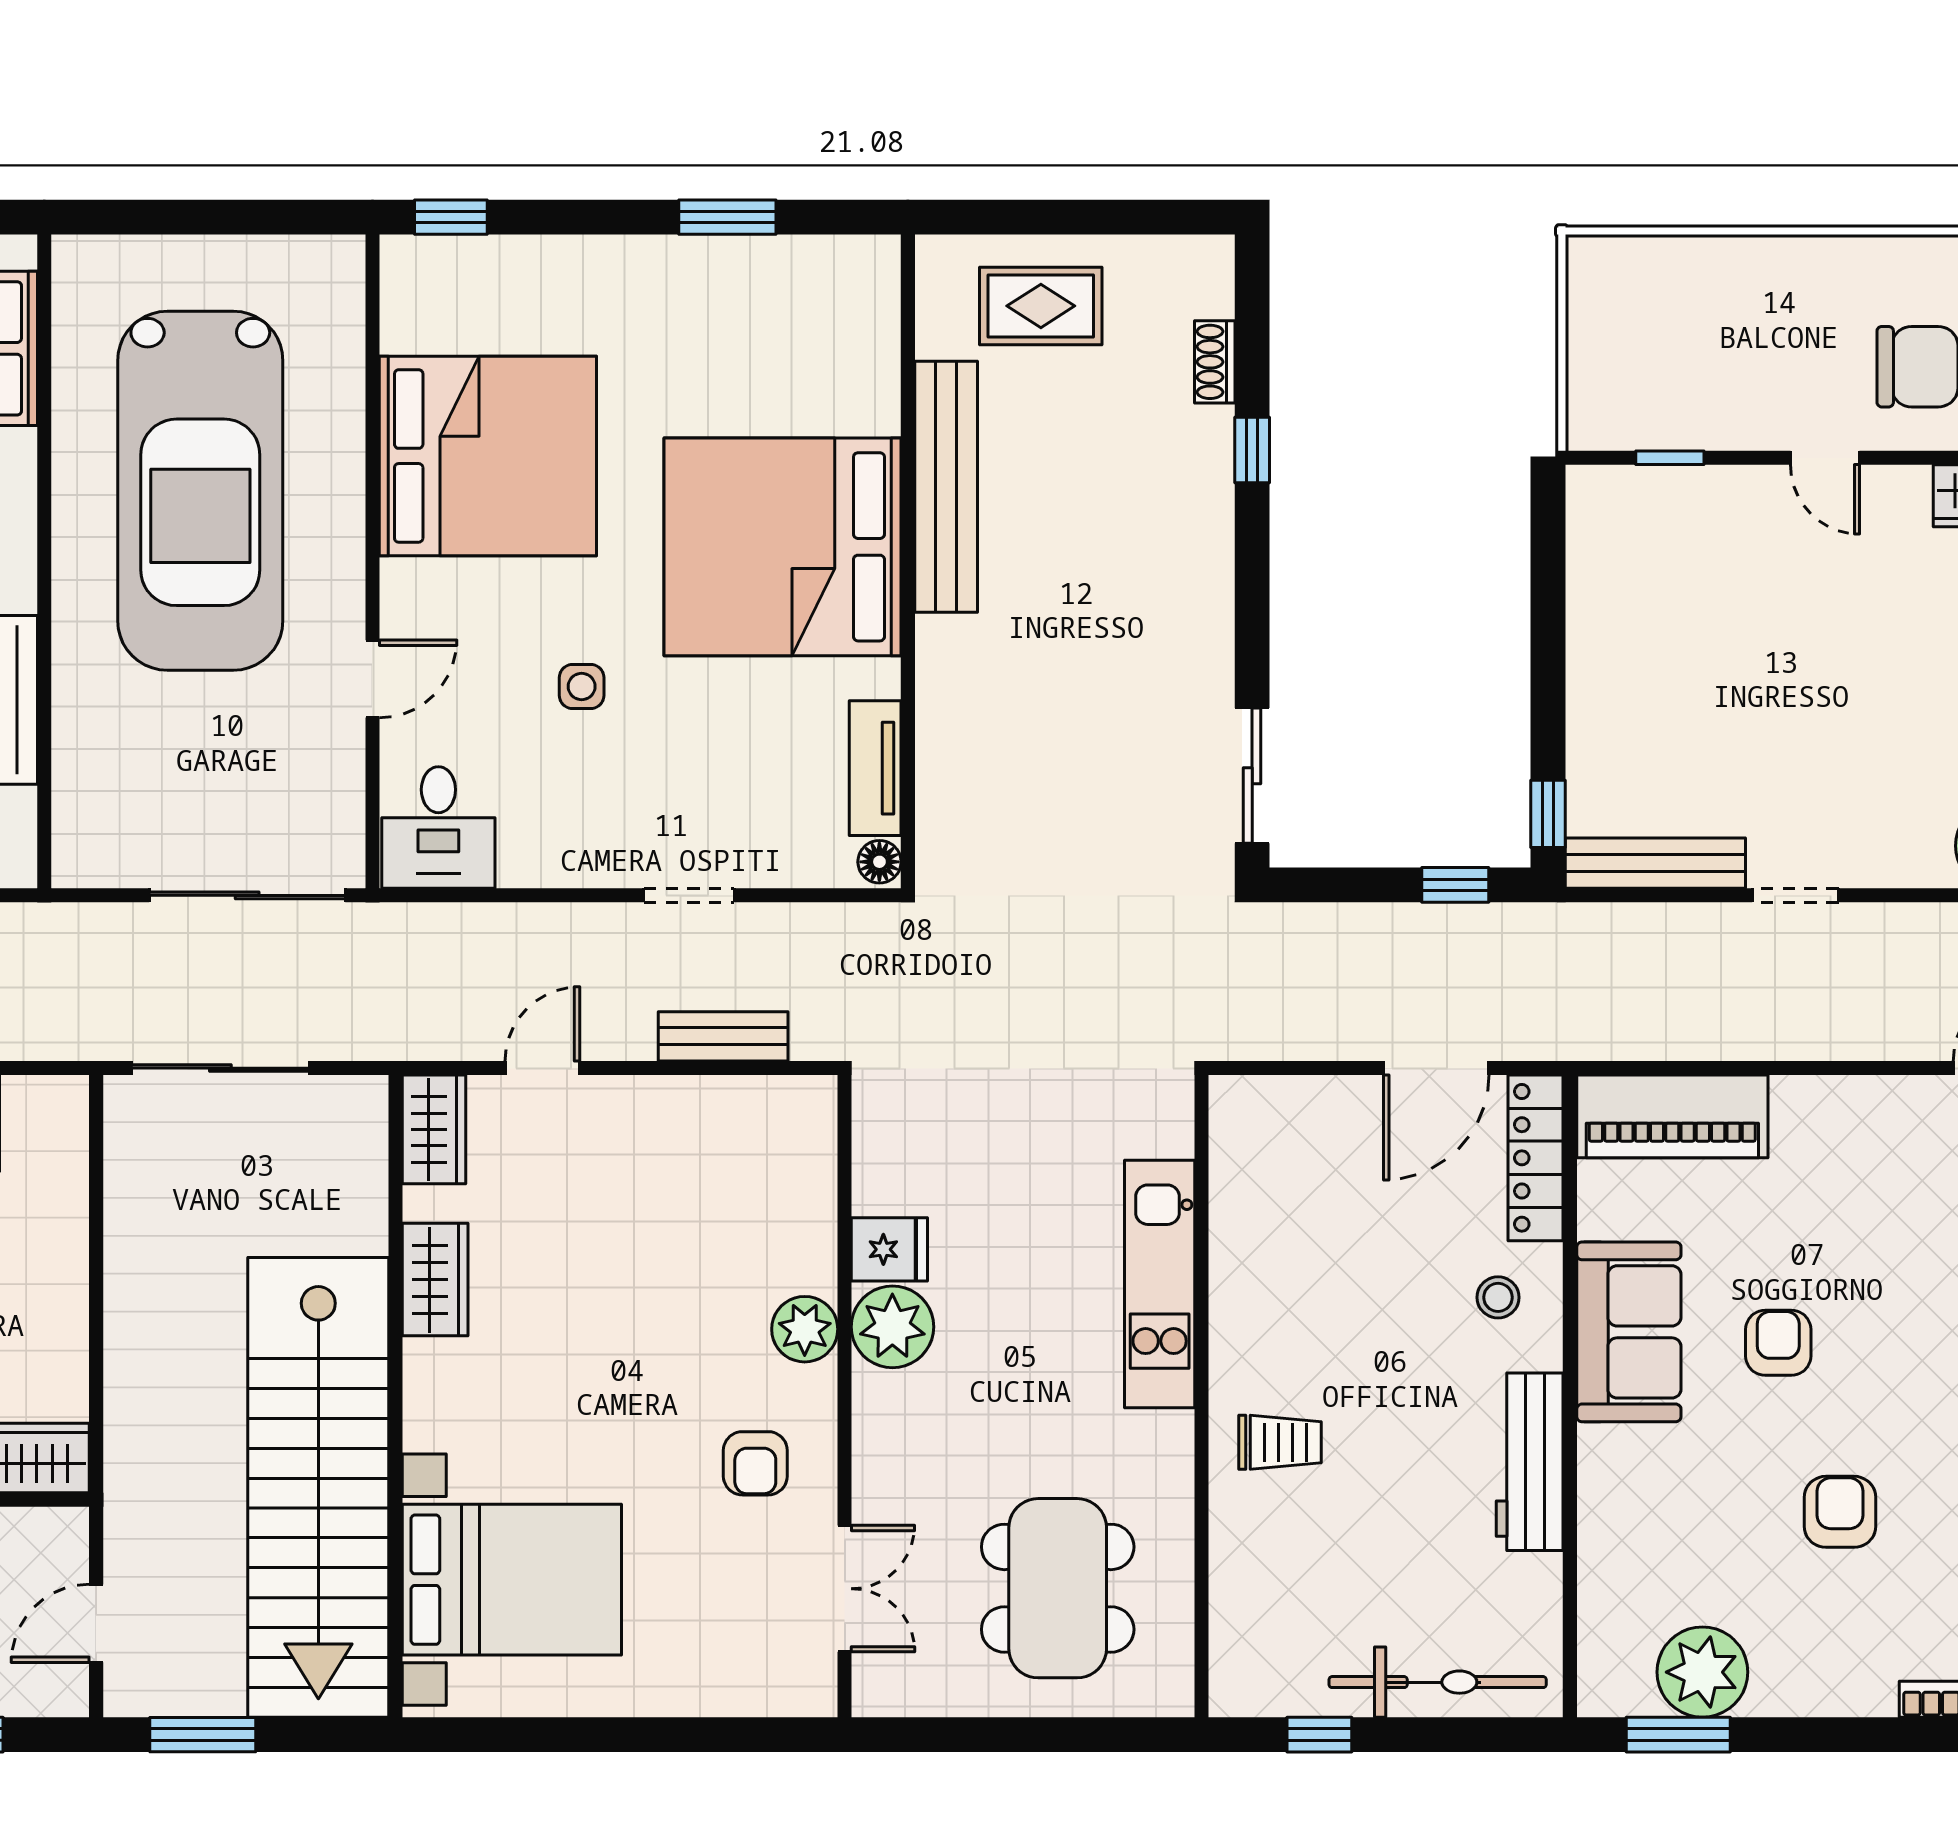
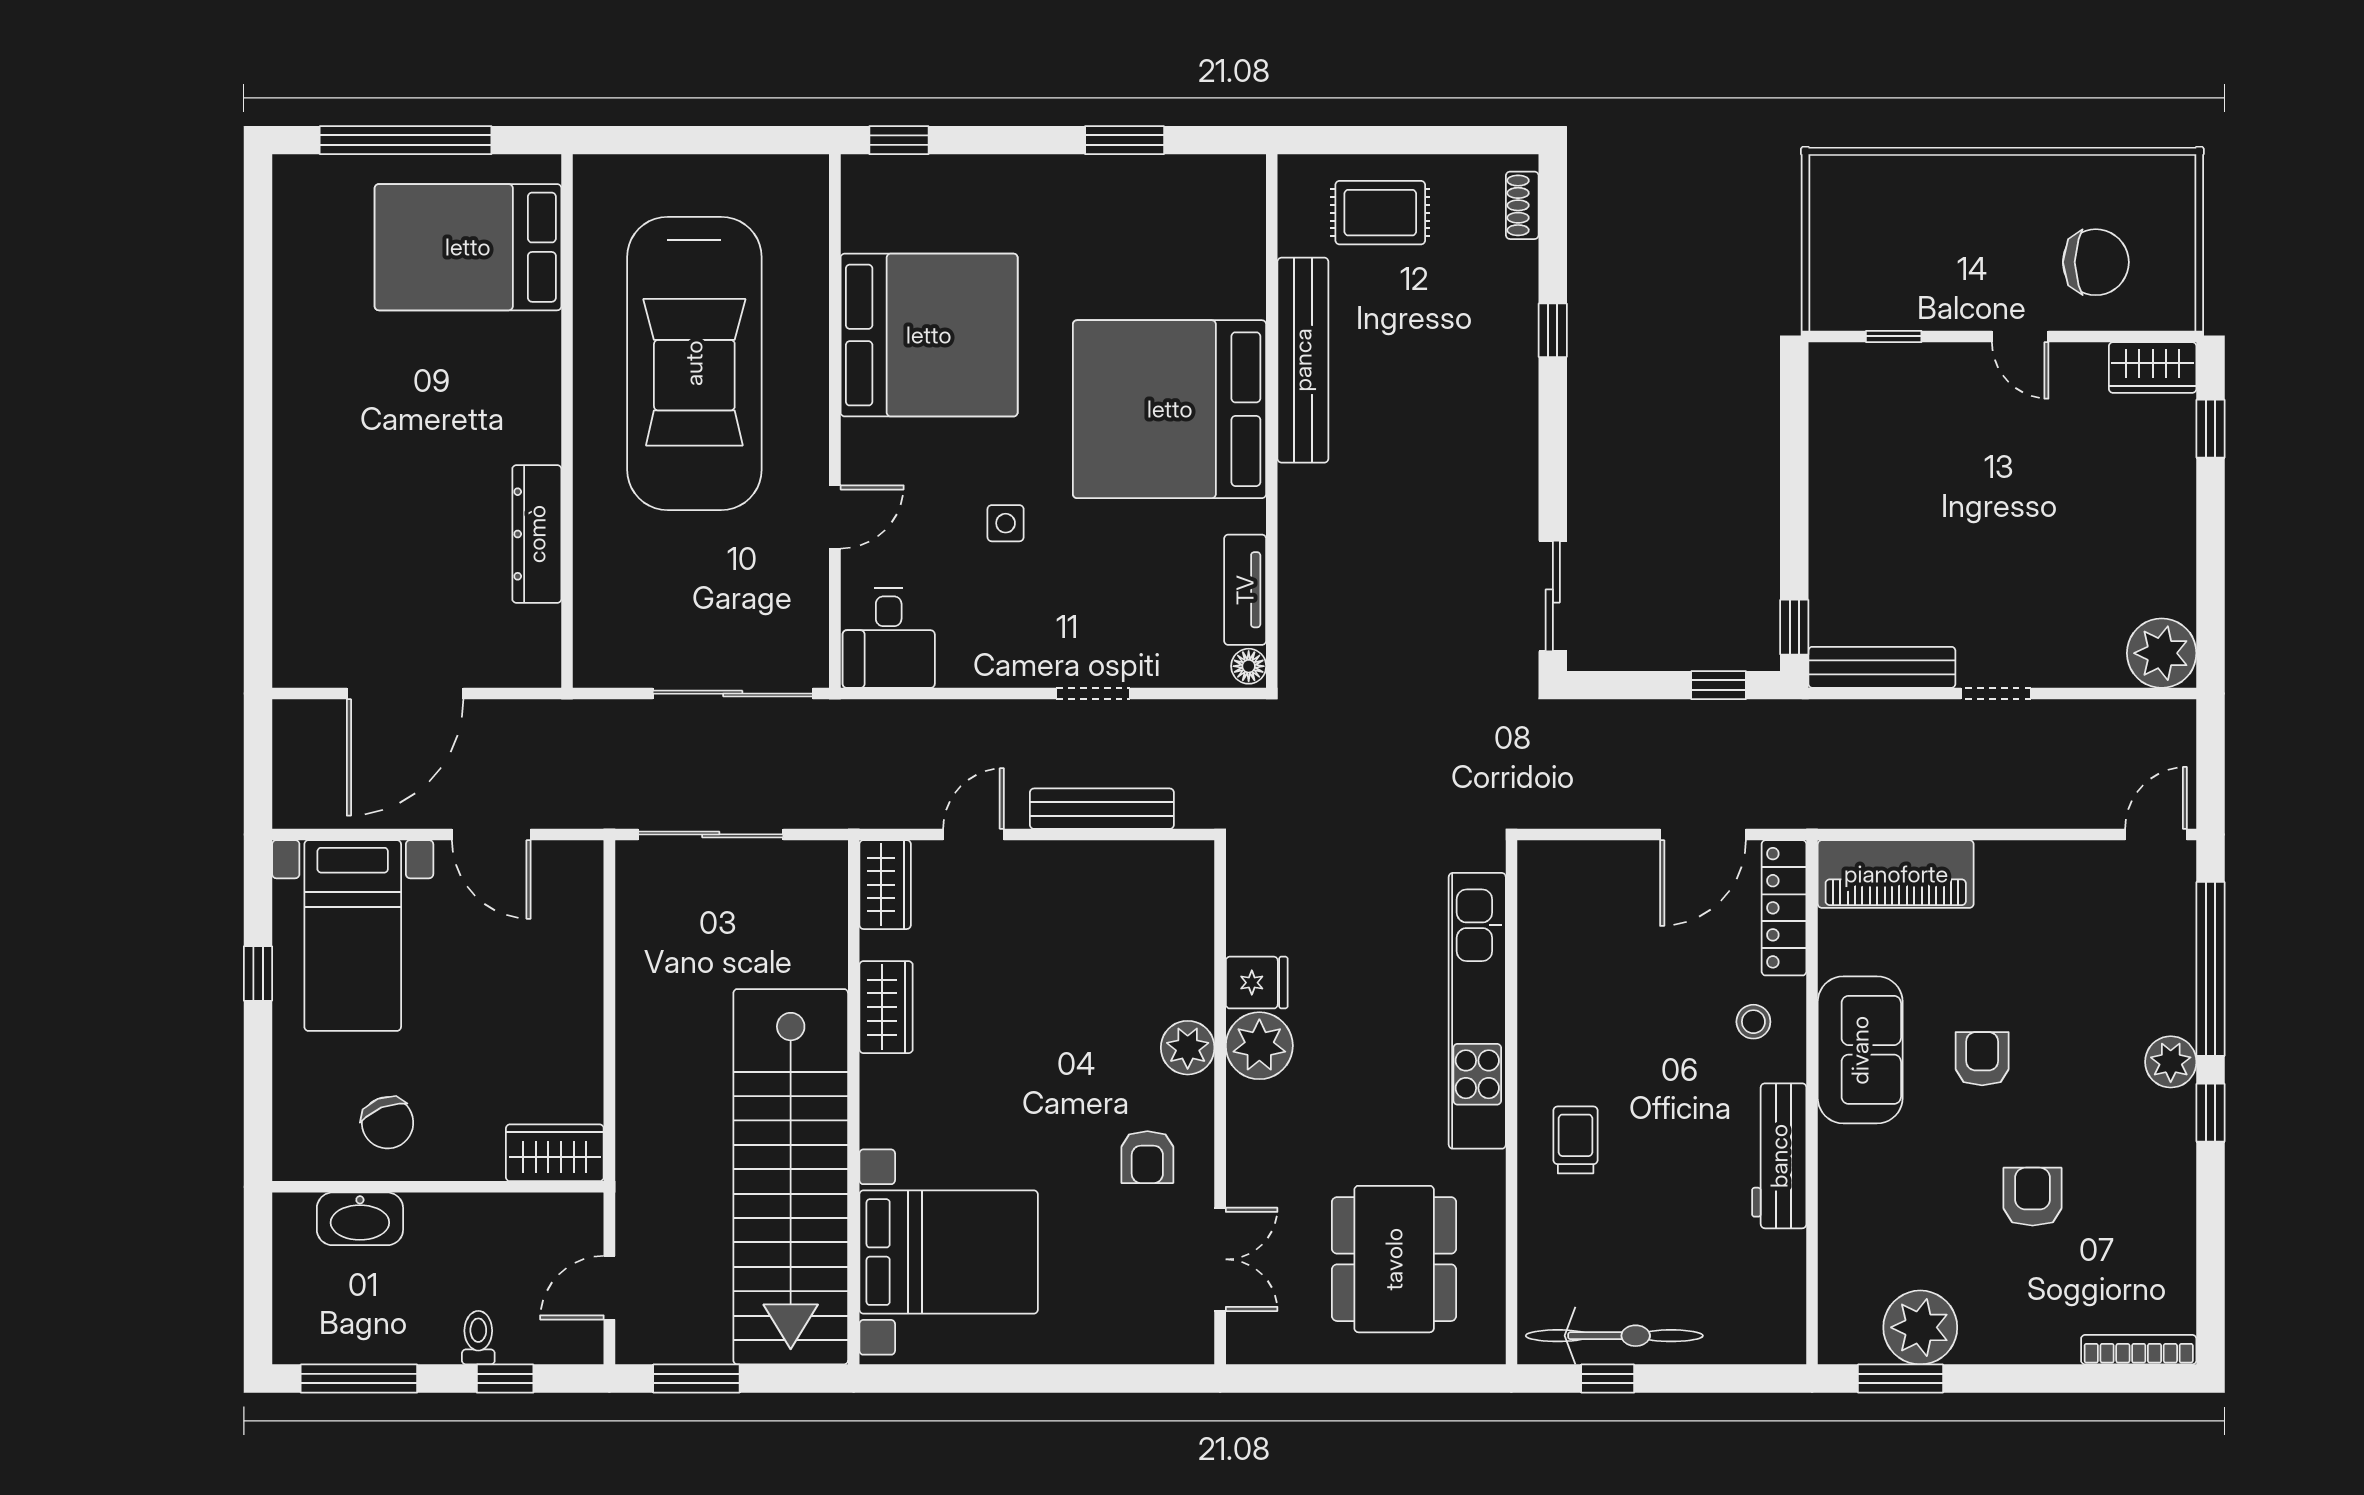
shoe rack: (1215, 362) -> (1522, 205), moved
bench: (723, 1036) -> (1102, 809), width x1.36
kitchen unit: (1160, 1284) -> (1477, 1011), width x1.36
trolley: (1280, 1442) -> (1576, 1140), turned -90
bicycle: (1438, 1682) -> (1614, 1336), moved

